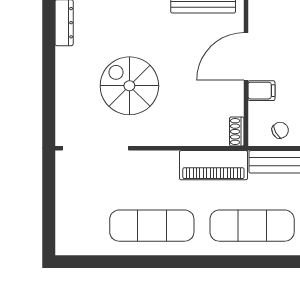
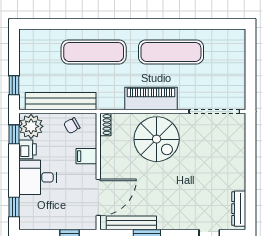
door: (246, 56) -> (98, 197), moved
spiral stairs: (129, 86) -> (157, 139), moved
piano: (213, 165) -> (151, 99), moved

